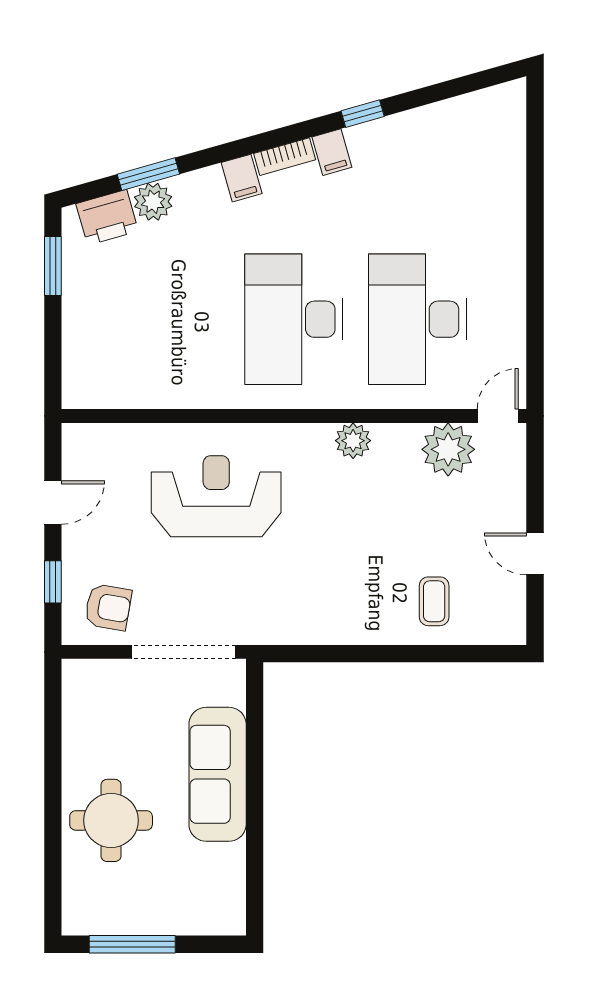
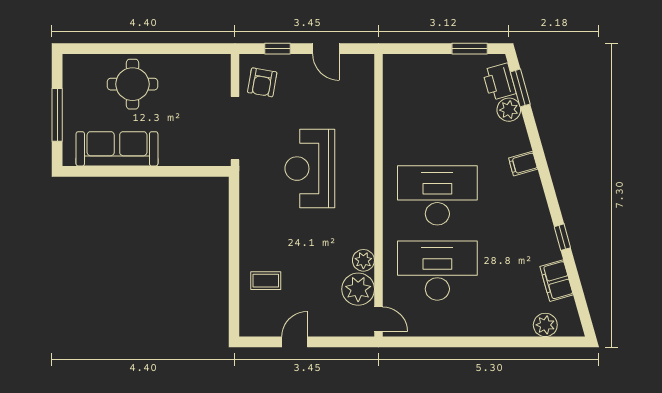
plant: (507, 142) -> (545, 325), added
filing cabinet: (332, 152) -> (557, 281), moved, width x2.00
bookcase: (285, 157) -> (536, 190), removed
window: (148, 174) -> (520, 88), moved
plant: (353, 441) -> (363, 260), moved
reception desk: (216, 496) -> (310, 169), moved, turned 180
sofa: (218, 774) -> (117, 149), moved
window: (132, 944) -> (57, 115), moved

